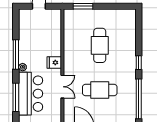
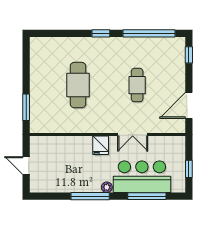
cafe table: (100, 45) -> (78, 85), turned 90
double door: (62, 87) -> (133, 135), swing flipped
cafe table: (100, 90) -> (137, 85), width x0.73, depth x0.74

